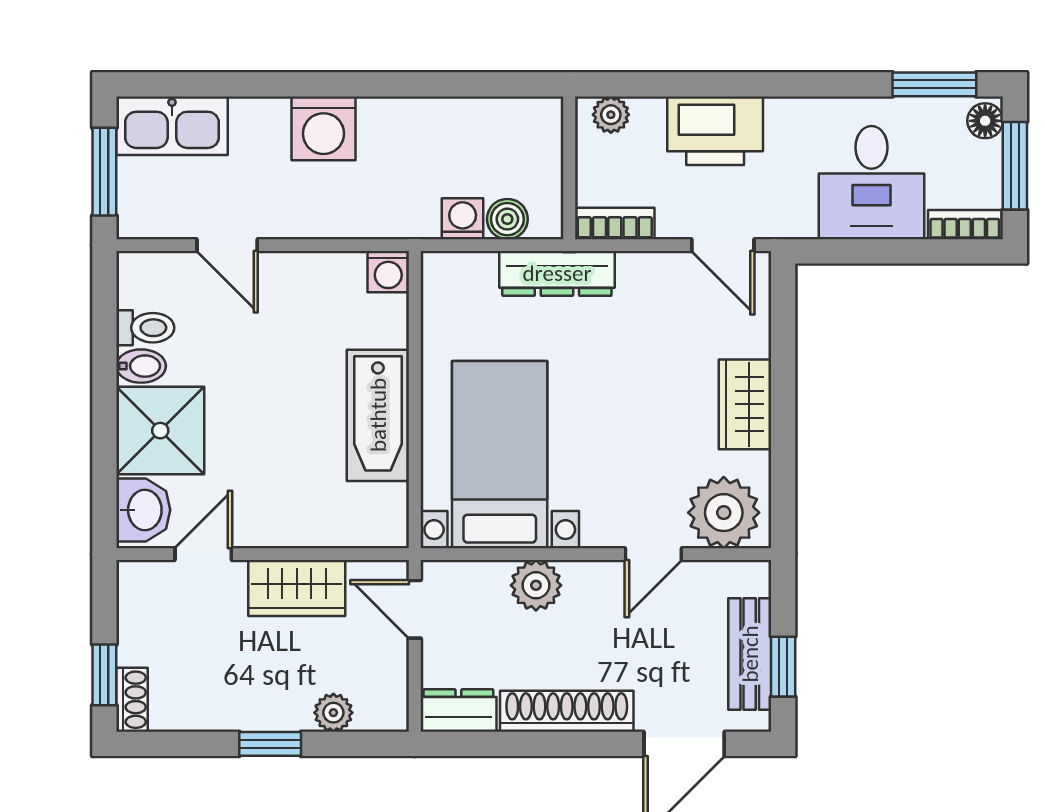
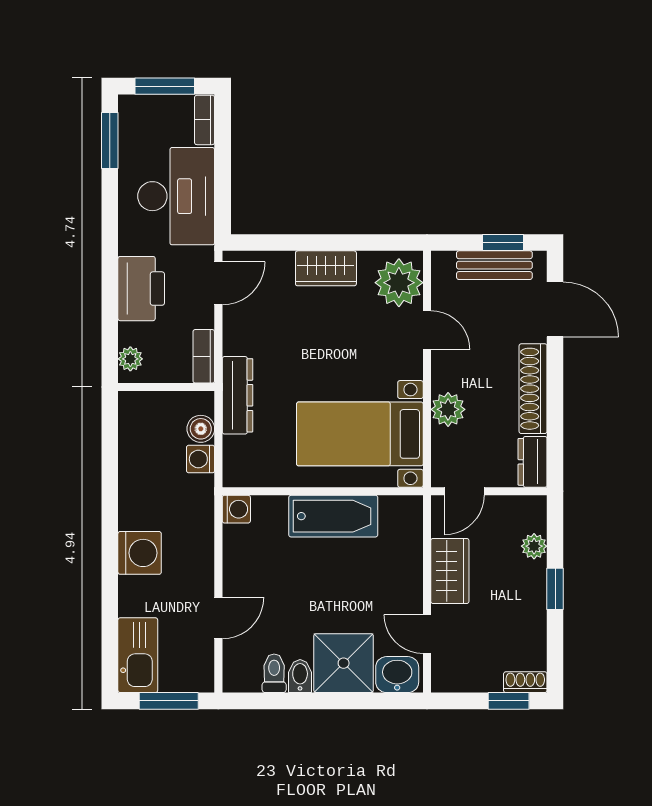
floor lamp: (985, 121) -> (134, 106), removed
desk: (872, 183) -> (176, 196), width x1.37

